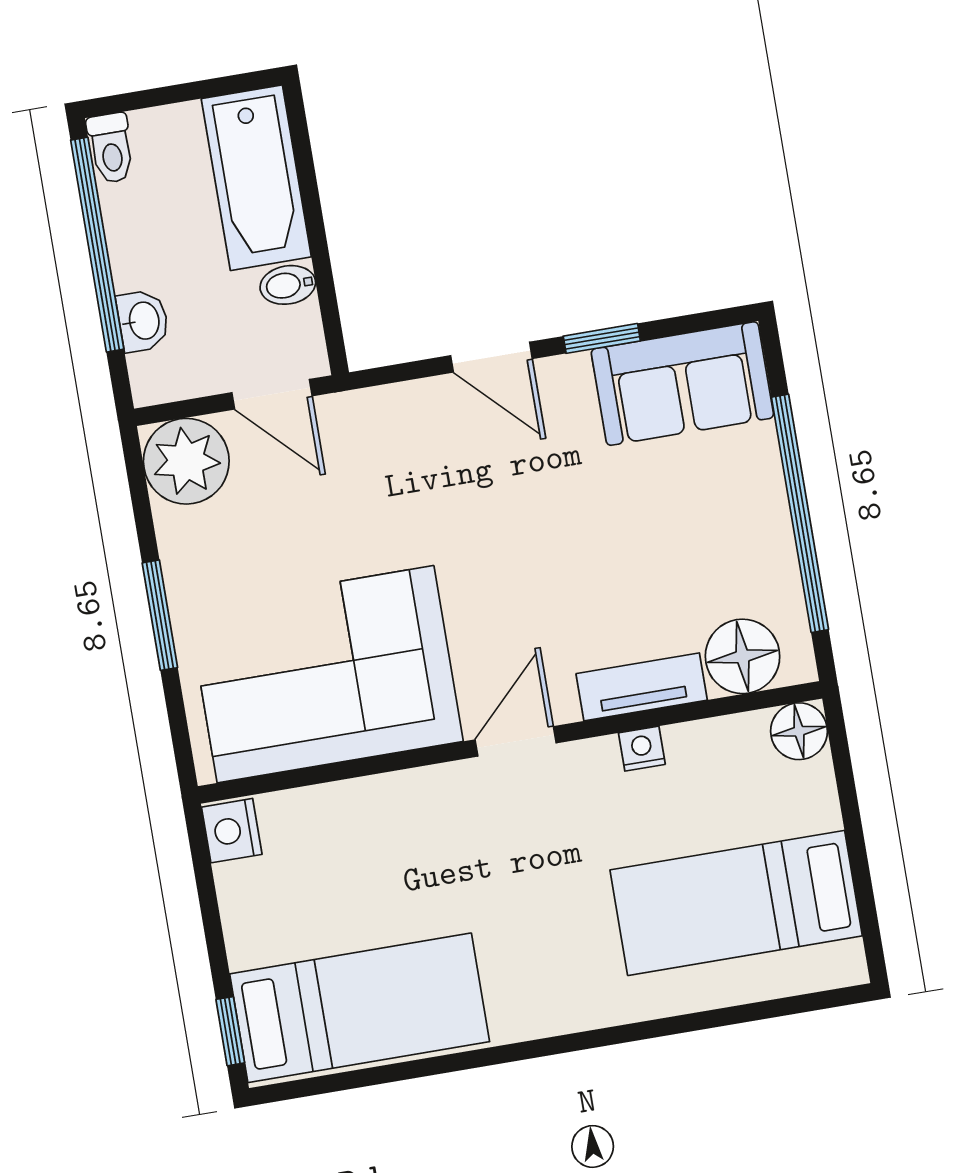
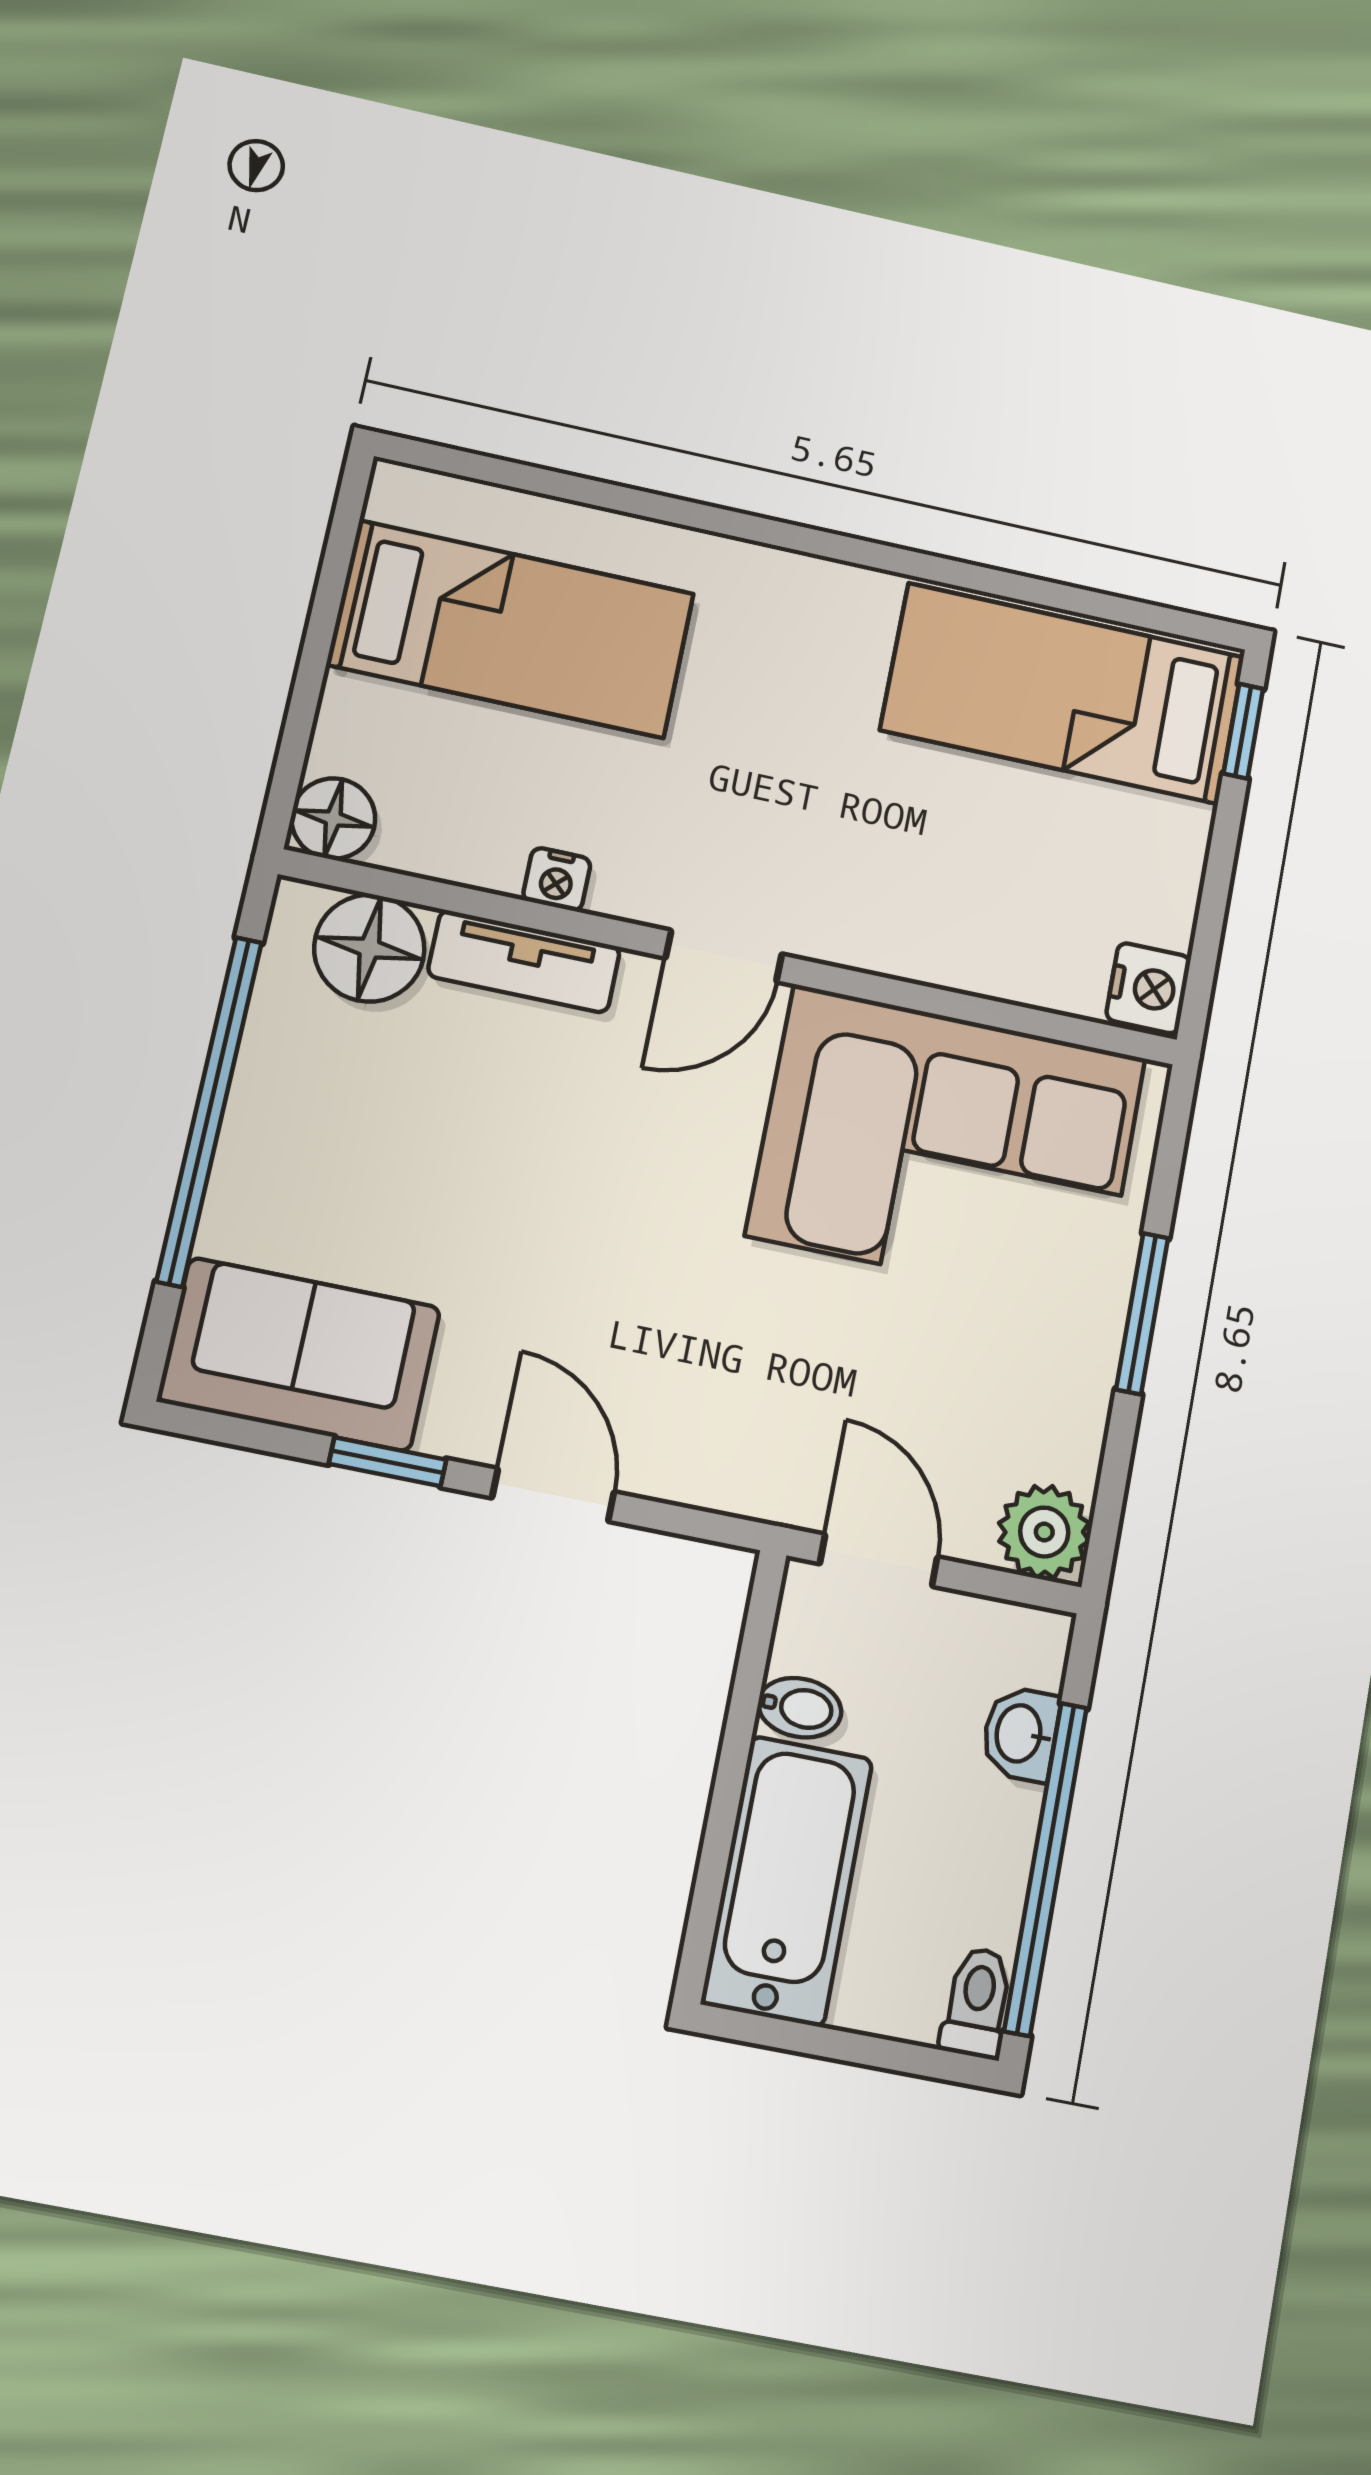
plant: (186, 461) -> (1044, 1532), width x0.73, depth x0.73

